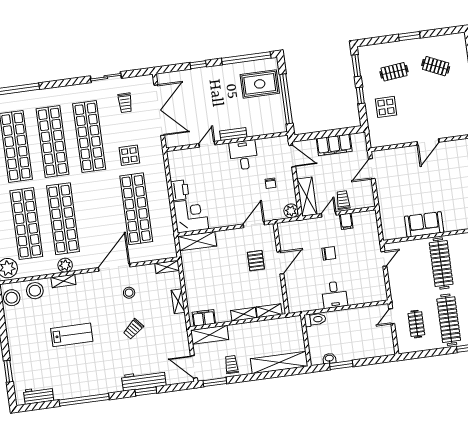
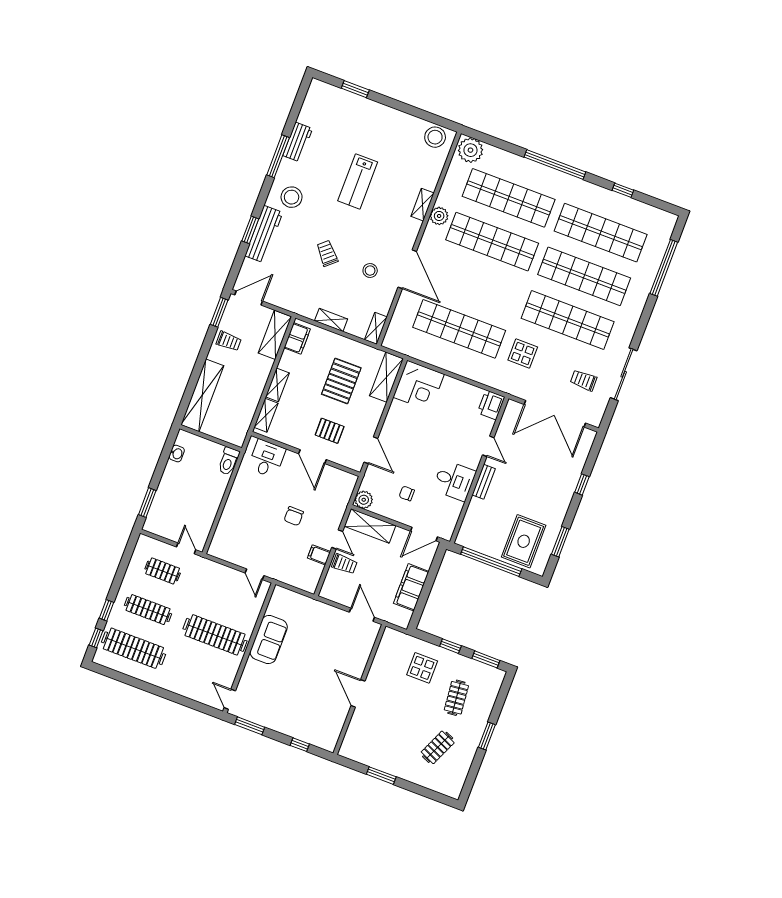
window: (246, 58) -> (560, 542), width x0.47
sliding door: (106, 77) -> (624, 374), width x1.37
printer: (180, 190) -> (491, 405), moved, turned 90
pallet: (217, 271) -> (341, 381), added
stool: (35, 291) -> (292, 197), moved
desk: (334, 295) -> (267, 459), moved, turned 90
clothes rail: (449, 320) -> (148, 610), width x0.73, depth x0.76
window: (341, 365) -> (147, 503), moved
workbench: (39, 395) -> (298, 142), moved
window: (84, 400) -> (278, 156), width x0.68

